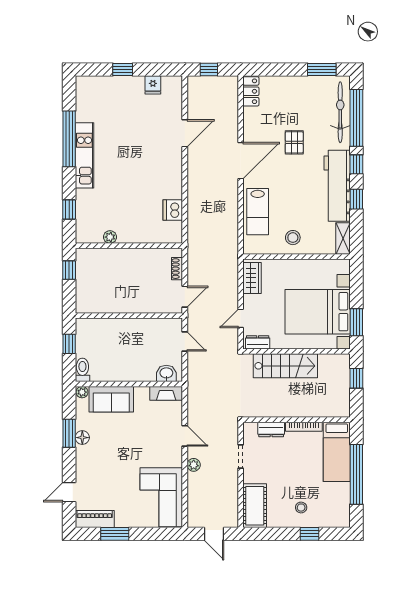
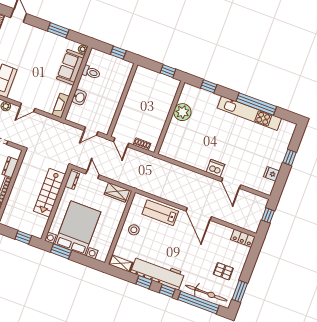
pallet: (294, 142) -> (223, 271), moved
kitchen unit: (84, 155) -> (249, 113), width x1.36
dishwasher: (173, 210) -> (215, 168), moved
plant: (110, 237) -> (182, 112), width x1.88, depth x1.88
toilet: (82, 370) -> (91, 72), moved
washbasin: (166, 373) -> (79, 97), moved
floor lamp: (82, 438) -> (52, 38), removed

